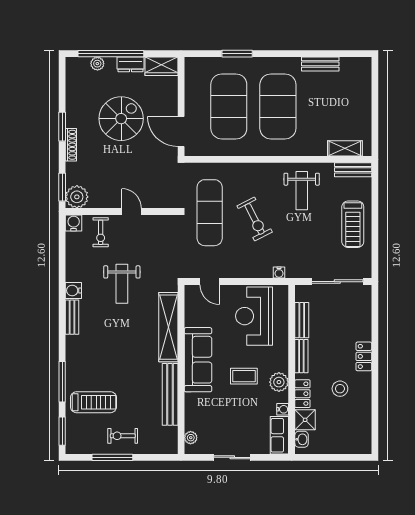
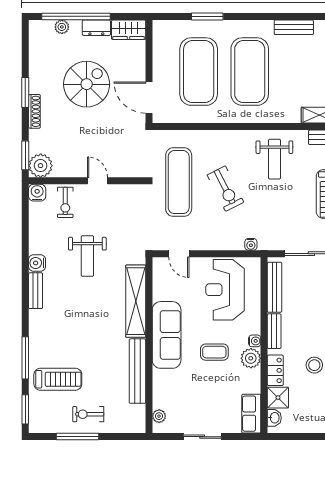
bench: (302, 320) -> (275, 287), width x1.36
water cooler: (283, 409) -> (255, 341), moved

